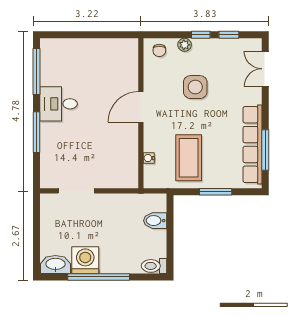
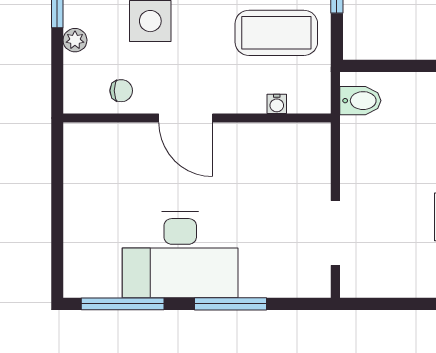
chair: (159, 50) -> (121, 91), moved
desk: (58, 104) -> (180, 255), width x1.87, depth x1.30
bidet: (155, 221) -> (360, 101), moved, turned -90

